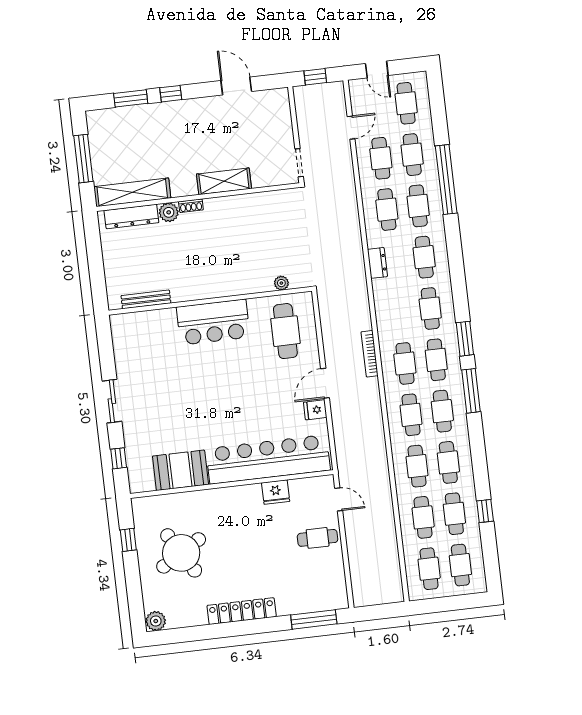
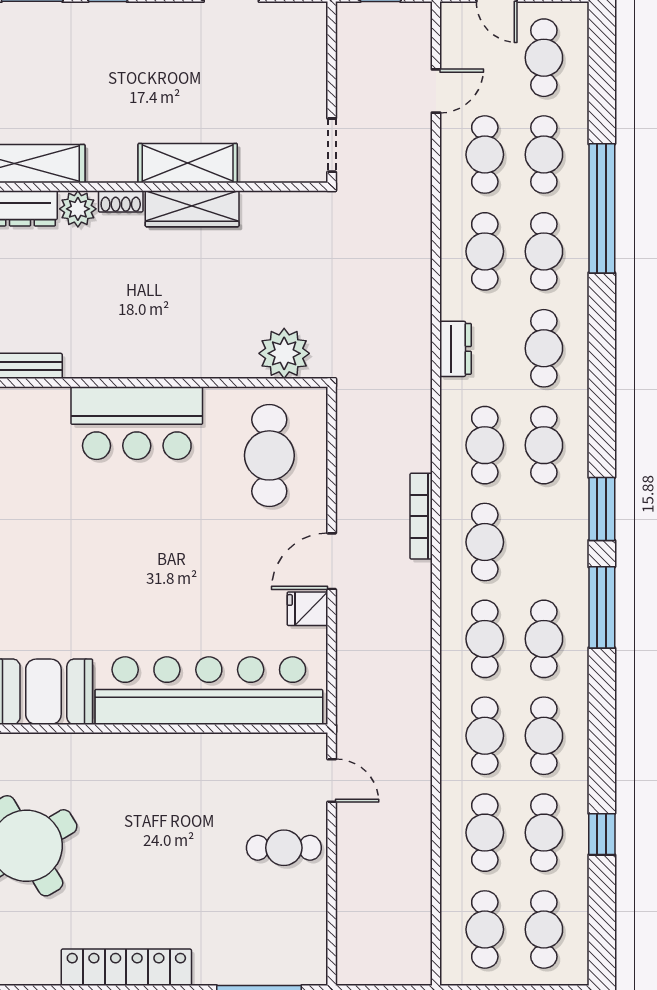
wardrobe: (229, 205) -> (192, 209), added
plant: (281, 283) -> (284, 353), width x1.88, depth x1.88
cafe table: (436, 360) -> (485, 445), moved
fridge: (276, 492) -> (216, 753), removed

